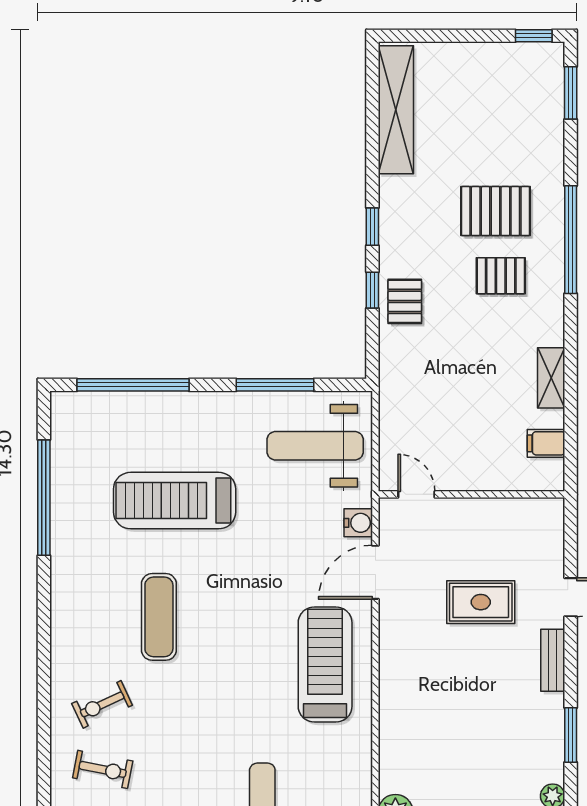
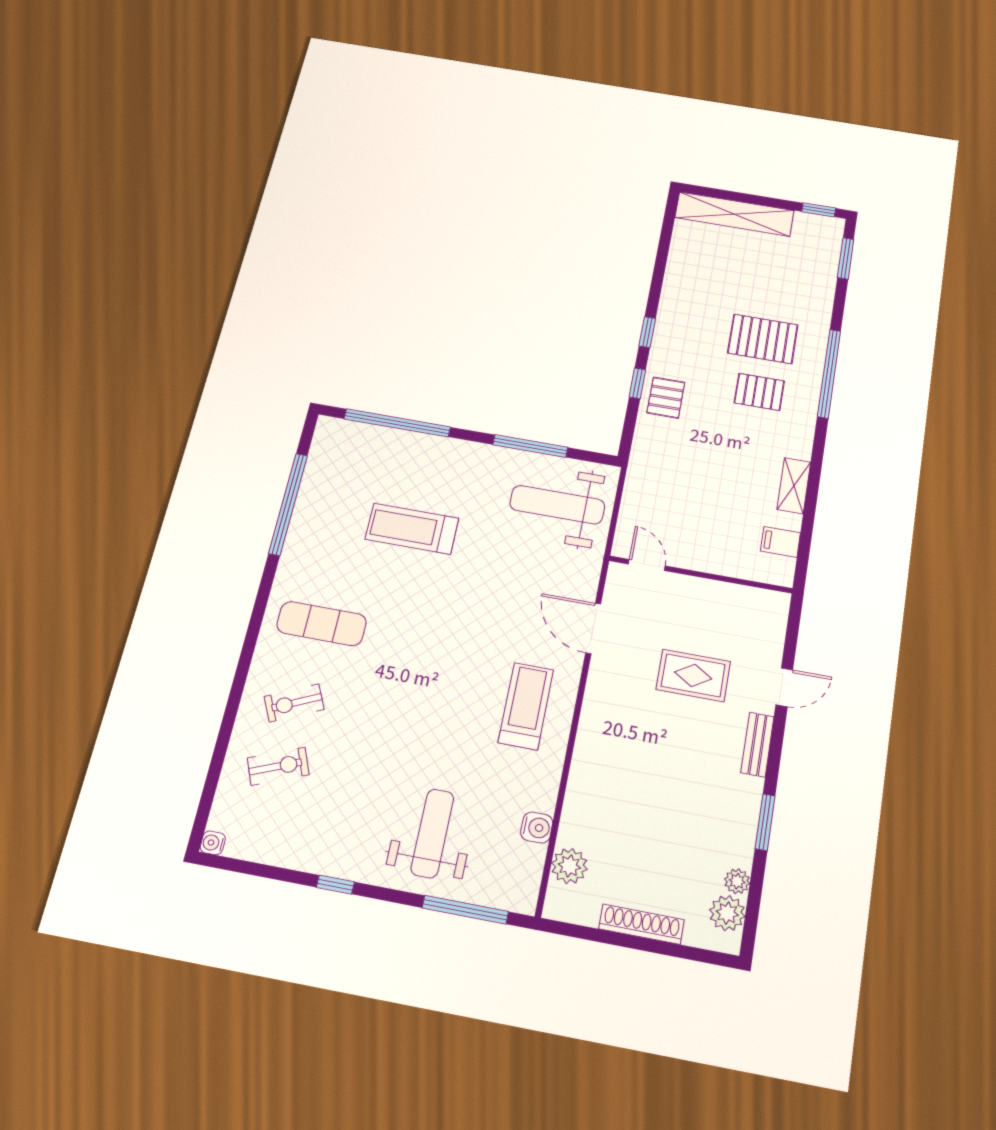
shelving: (396, 110) -> (734, 214), moved, turned 90
treadmill: (175, 501) -> (412, 529), width x0.73, depth x0.73
water cooler: (358, 523) -> (537, 828), moved
door: (375, 572) -> (593, 628), hinge flipped
exercise mat: (159, 617) -> (322, 624), moved, turned 90
treadmill: (325, 664) -> (526, 706), width x0.73, depth x0.73
exercise bike: (103, 769) -> (278, 766), turned -33

